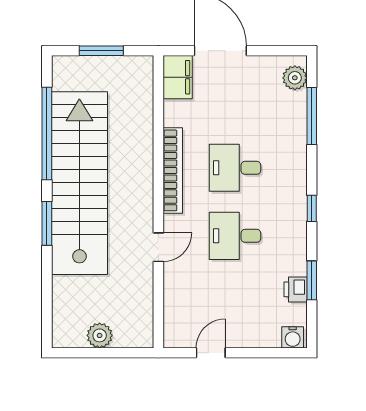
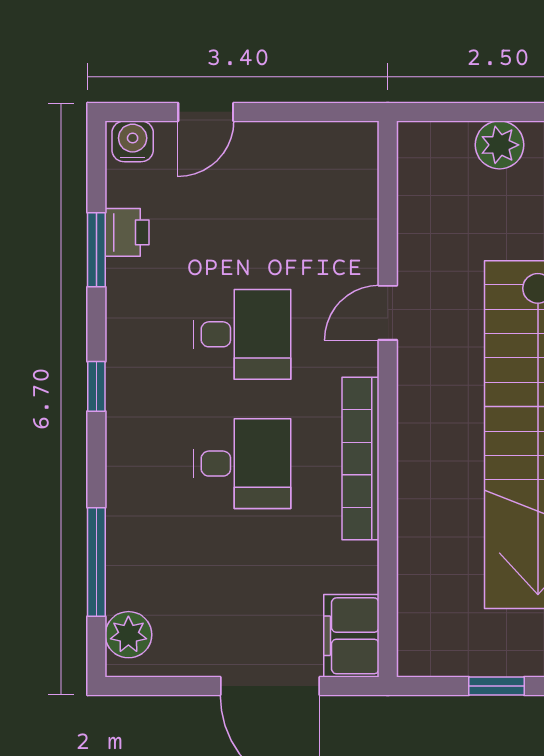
window: (101, 51) -> (496, 686), width x0.67
door: (211, 353) -> (206, 112), moved

